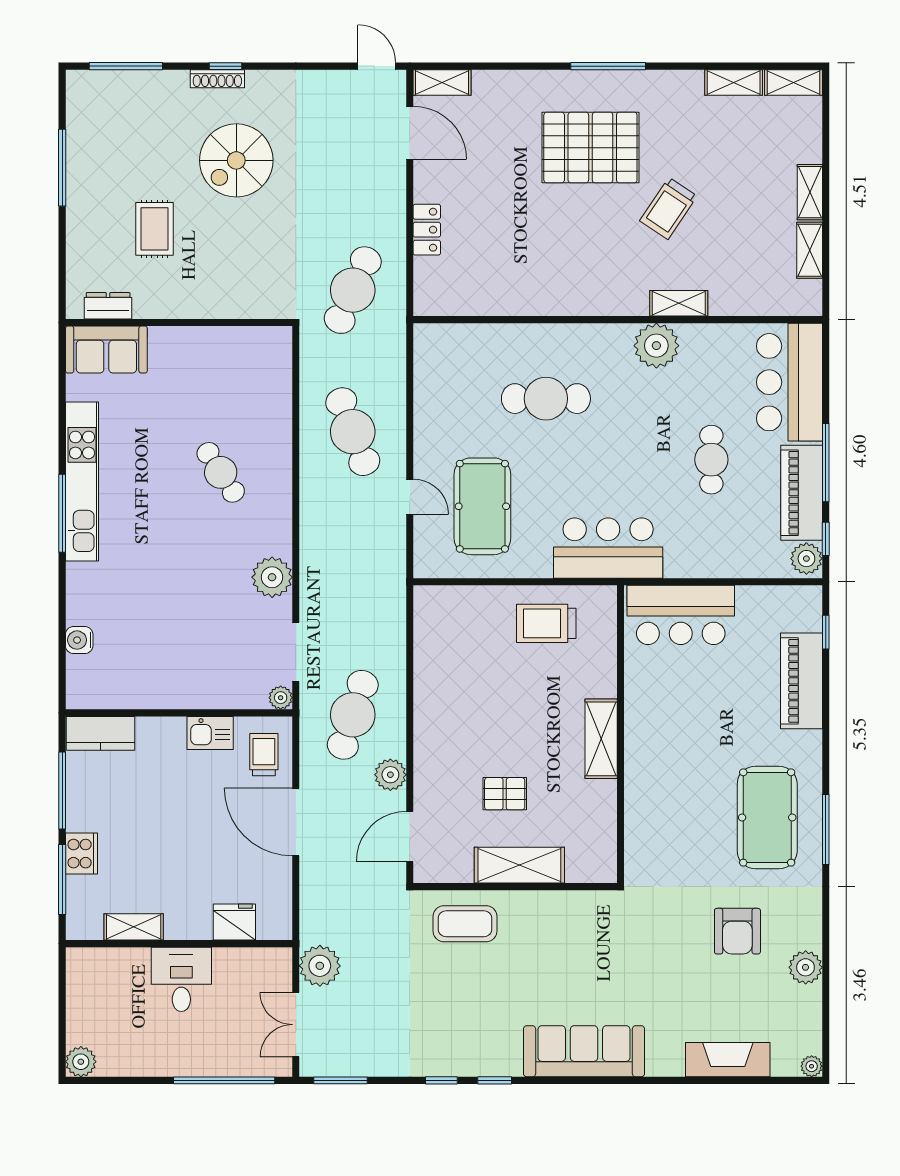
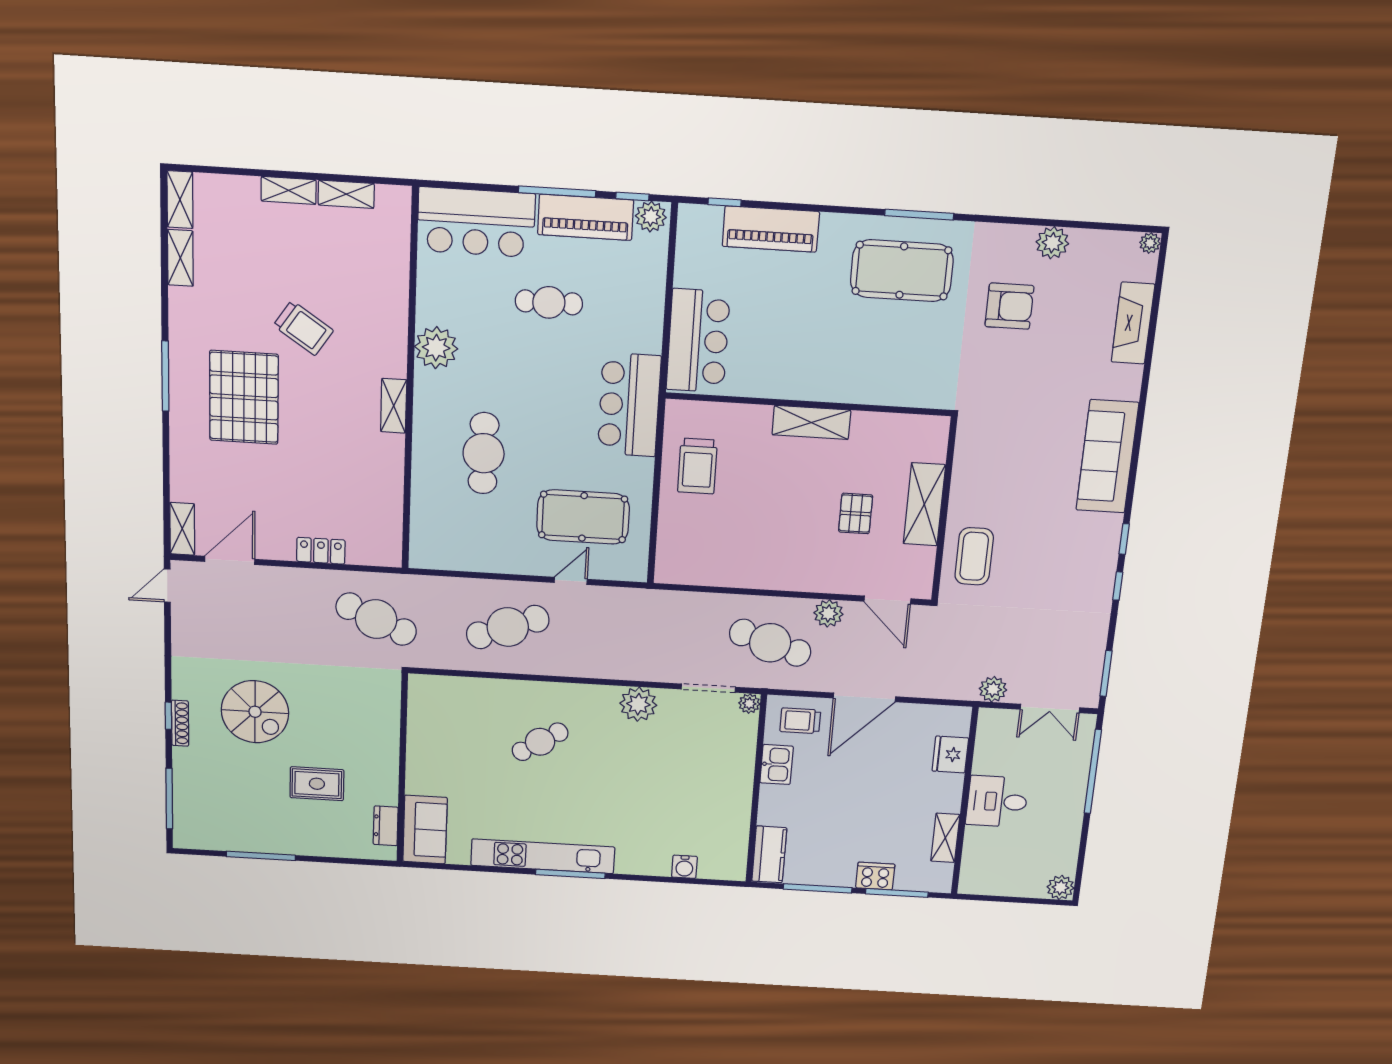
shelving: (679, 303) -> (394, 406), moved
plant: (320, 966) -> (993, 689), width x0.73, depth x0.73

